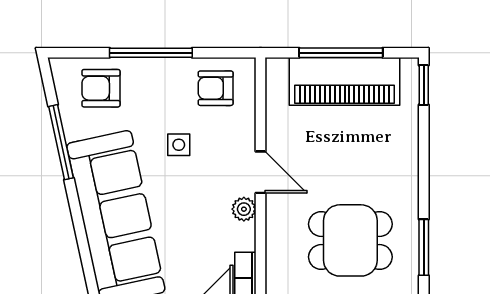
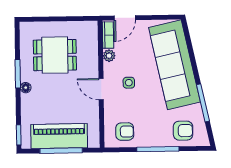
side table: (179, 145) -> (129, 83), moved
floor lamp: (409, 178) -> (26, 88), added
plant: (244, 209) -> (109, 56), moved
window: (424, 247) -> (18, 74), moved

